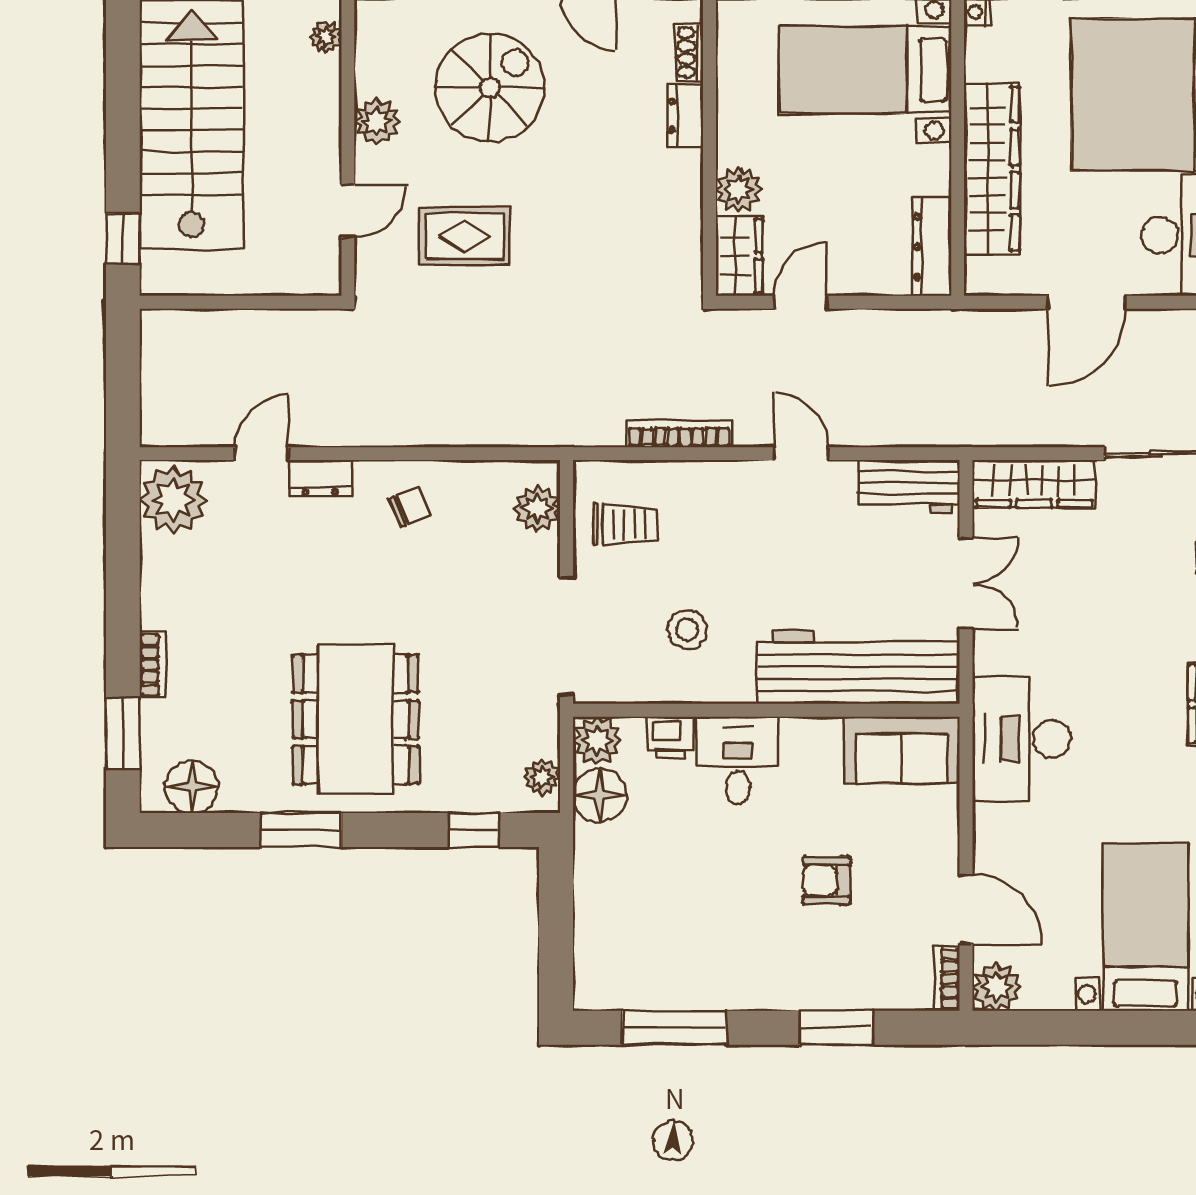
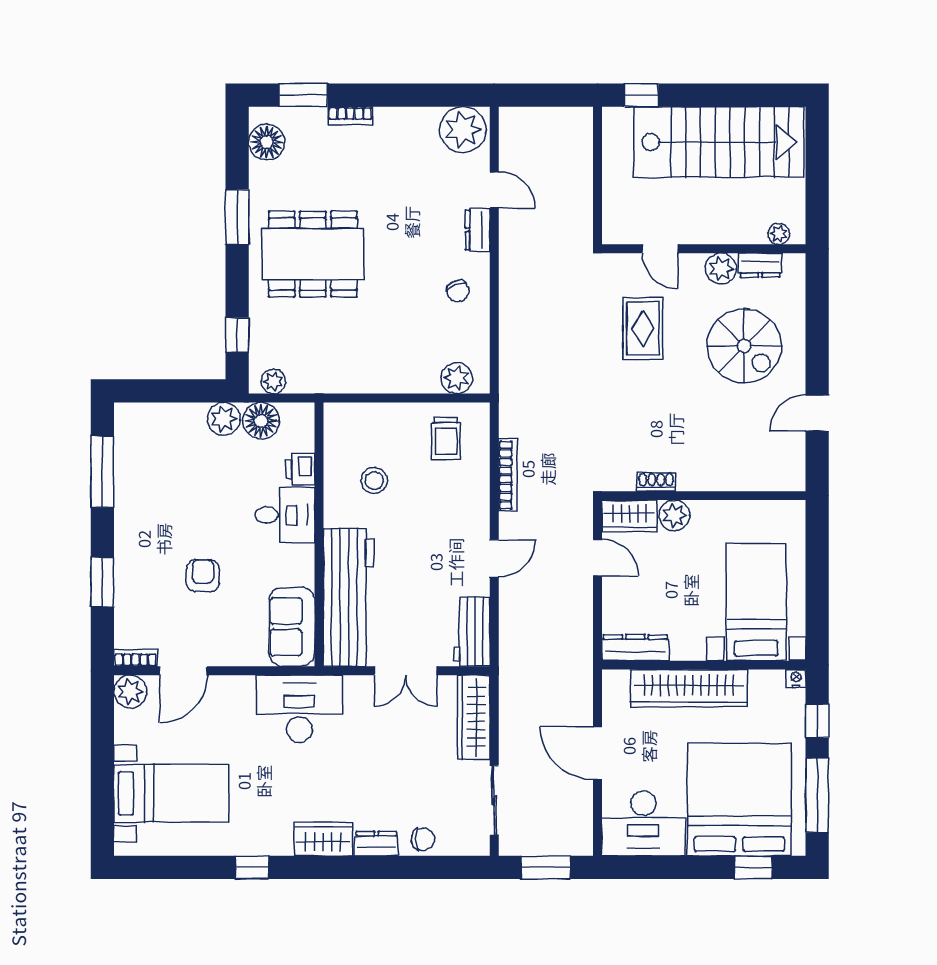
shoe rack: (689, 53) -> (656, 482), moved
dresser: (685, 116) -> (760, 265), moved, turned 180
doorway: (566, 636) -> (370, 398), removed
plant: (597, 741) -> (224, 419), moved

